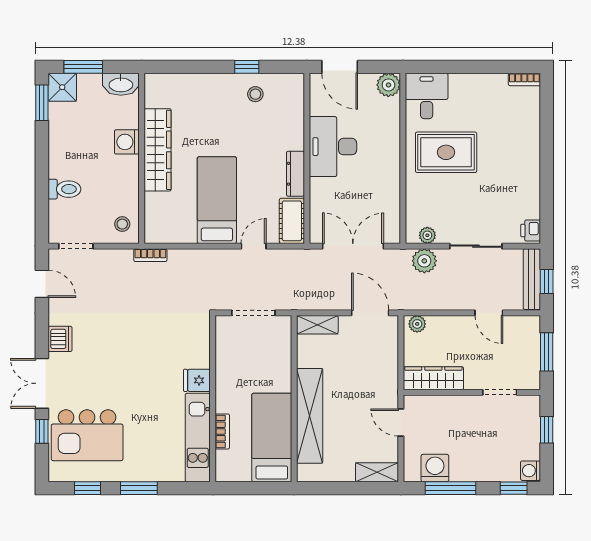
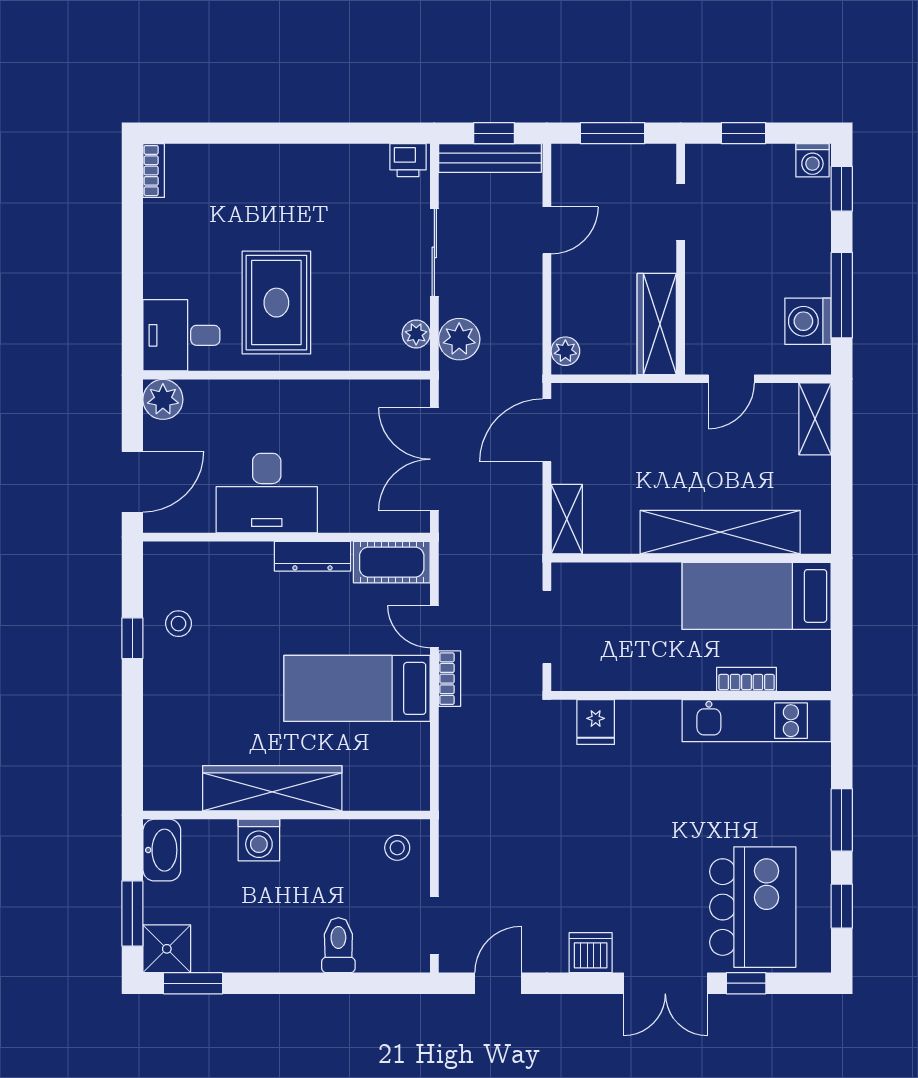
bookcase: (150, 255) -> (450, 679), moved
fridge: (197, 380) -> (596, 722), moved

